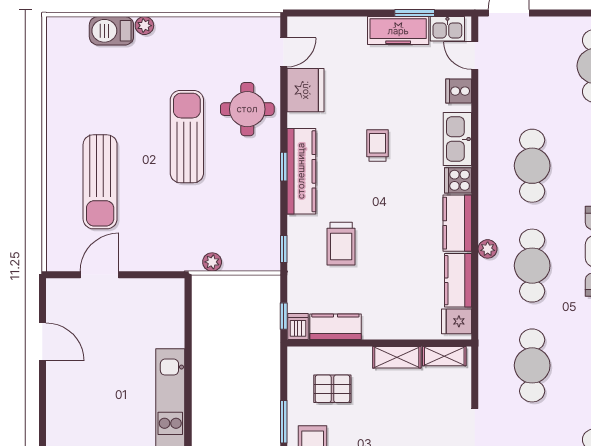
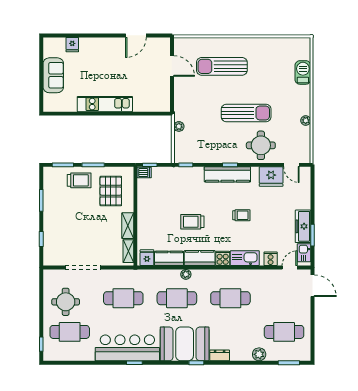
plant: (144, 26) -> (306, 120), moved
trolley: (341, 244) -> (192, 222), moved
kitchen counter: (335, 327) -> (144, 193), removed
pallet: (332, 389) -> (111, 191), width x1.50, depth x1.42

